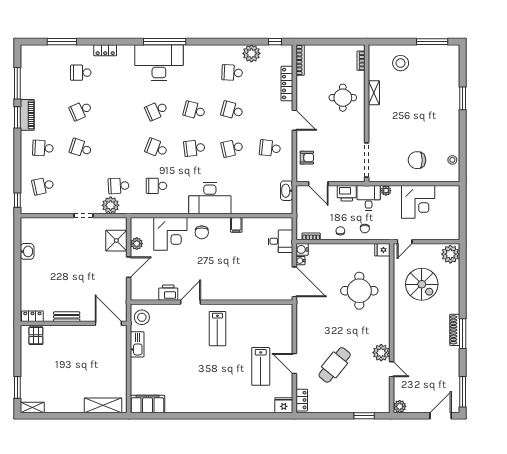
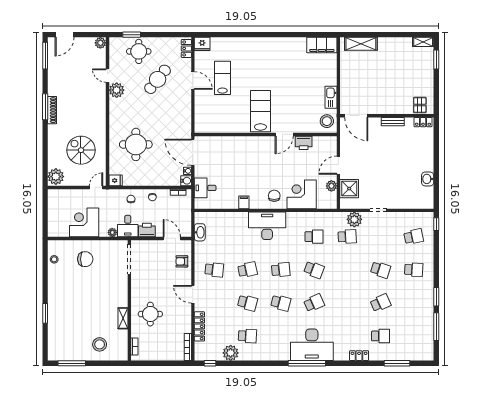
piano: (27, 115) -> (427, 299), removed
lab bench: (217, 329) -> (260, 111), width x1.36, depth x1.39
round table: (356, 397) -> (139, 51), added

